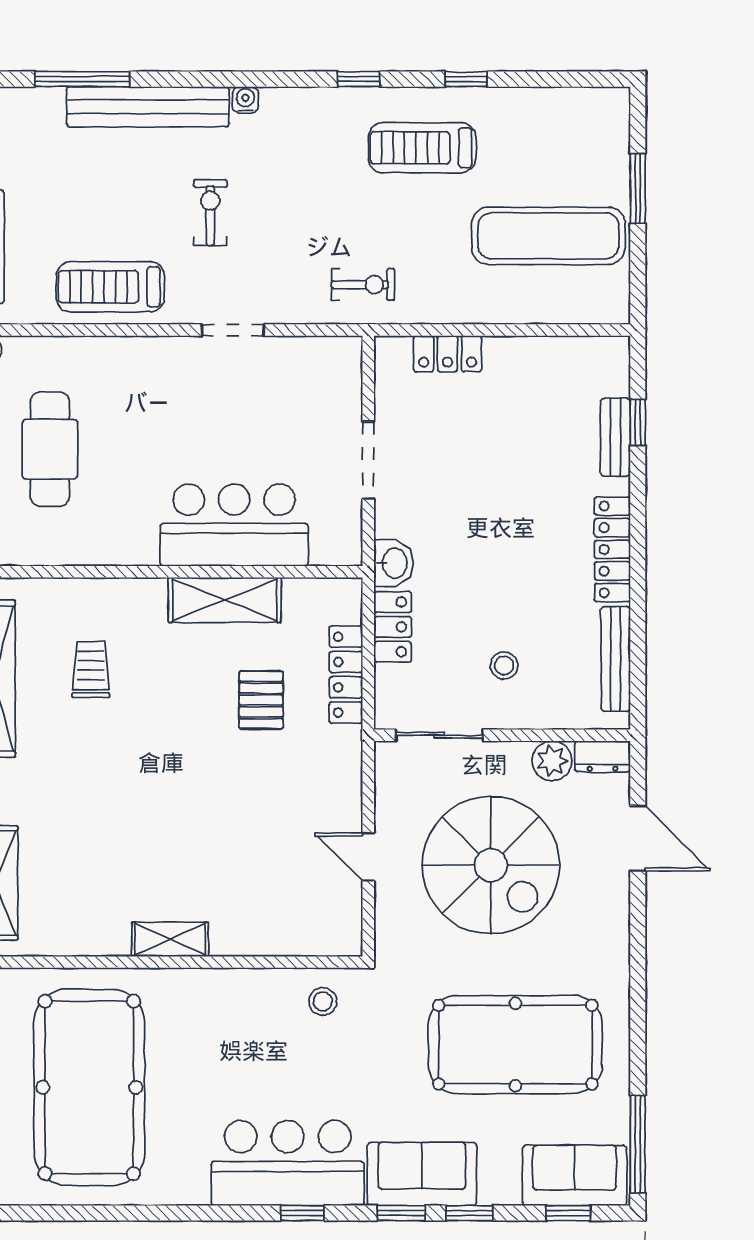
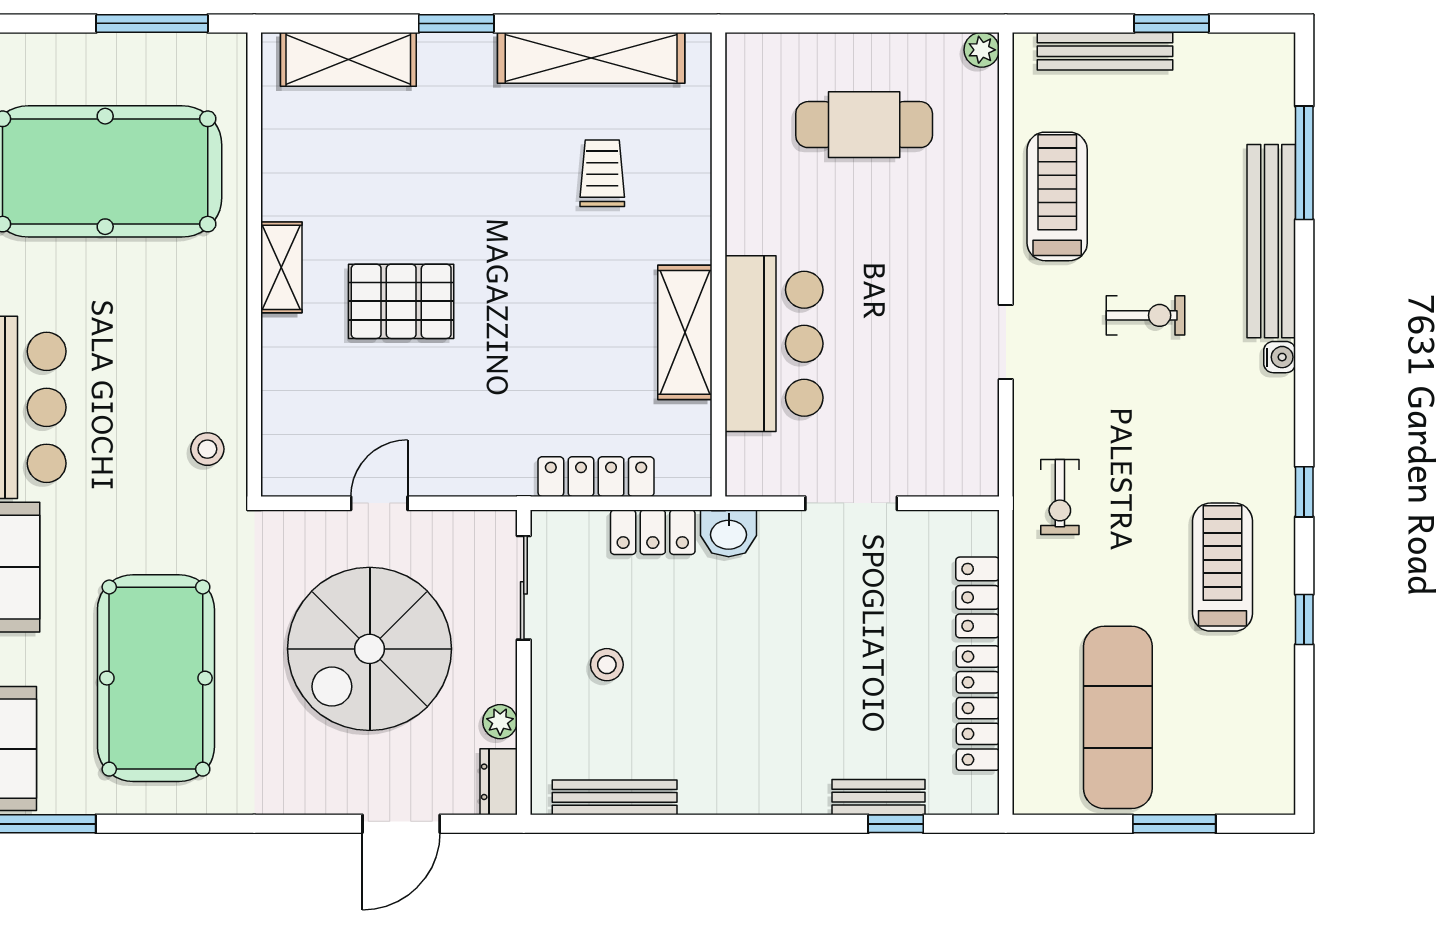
locker: (612, 549) -> (978, 708), moved, turned -90
trolley: (91, 669) -> (602, 173), turned -90
pallet: (261, 700) -> (401, 301), moved, width x1.50, depth x1.42
plant: (552, 761) -> (500, 722), width x0.73, depth x0.73

